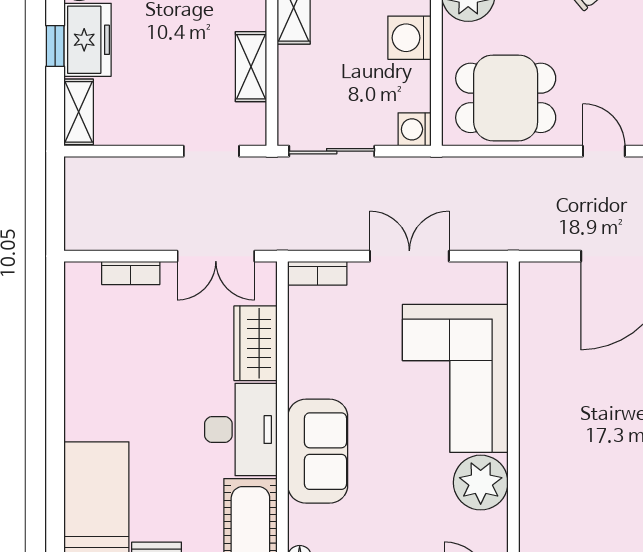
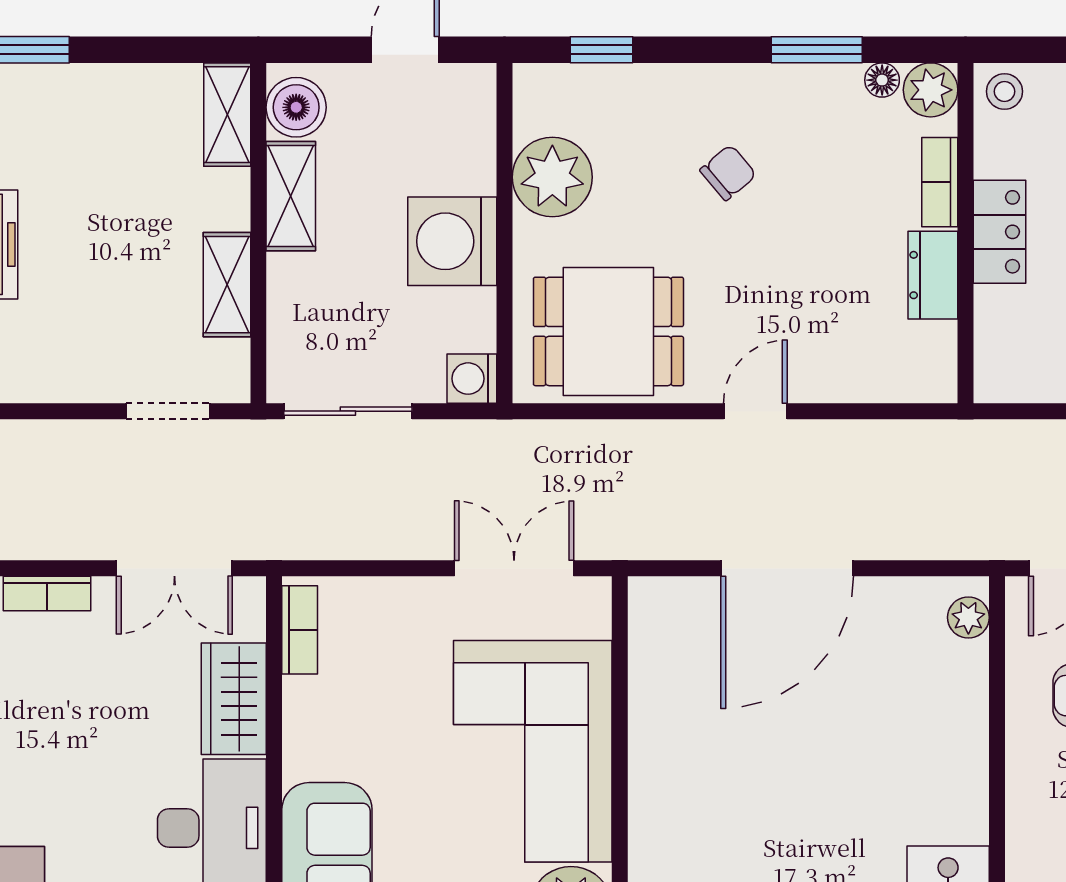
washing machine: (409, 38) -> (452, 241), width x1.37, depth x1.37
door: (604, 151) -> (755, 411), hinge flipped
double door: (409, 256) -> (514, 568), moved
bookcase: (317, 273) -> (300, 630), moved, turned -90

